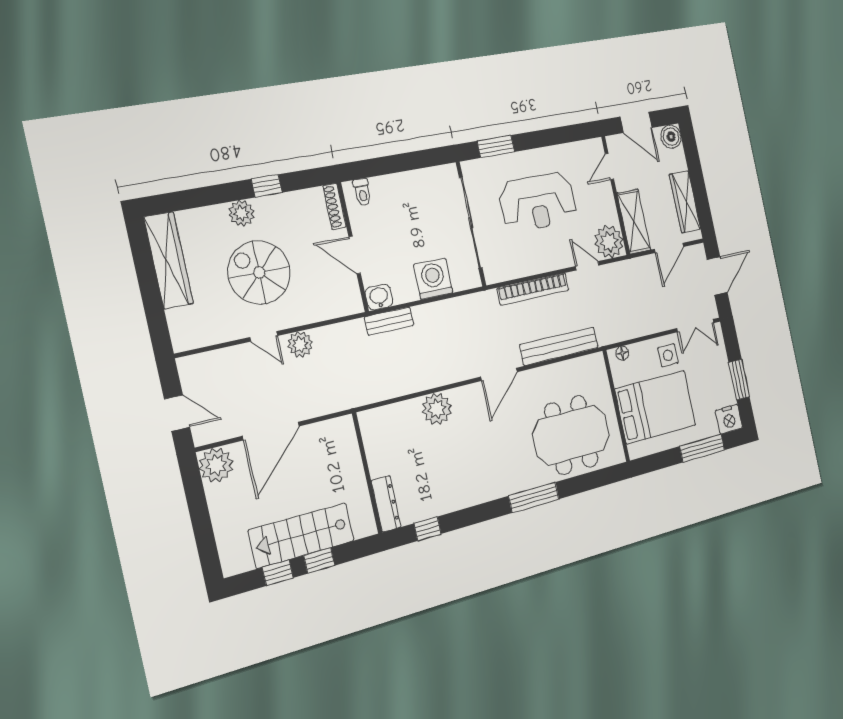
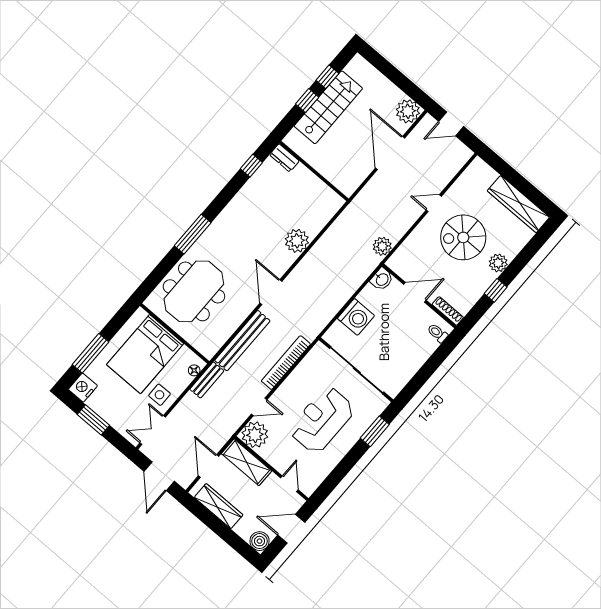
spiral stairs: (259, 272) -> (463, 237), turned 180
bench: (389, 321) -> (207, 380), moved
plant: (300, 344) -> (382, 246), moved
dresser: (386, 504) -> (284, 158), width x0.70

